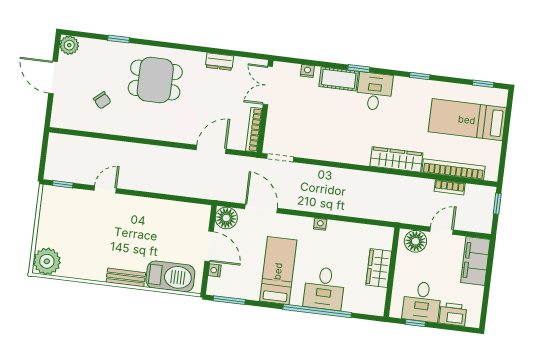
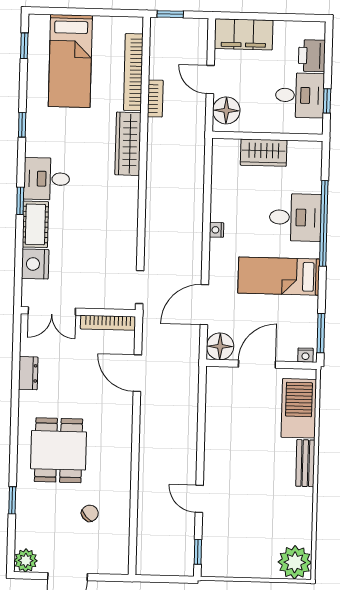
nightstand: (307, 71) -> (35, 264), width x1.89, depth x1.79
bookcase: (450, 187) -> (155, 98), moved
nightstand: (215, 270) -> (305, 355), moved

